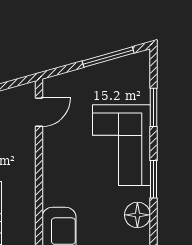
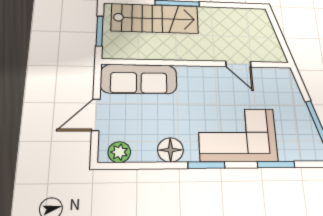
door: (39, 112) -> (238, 64), moved

